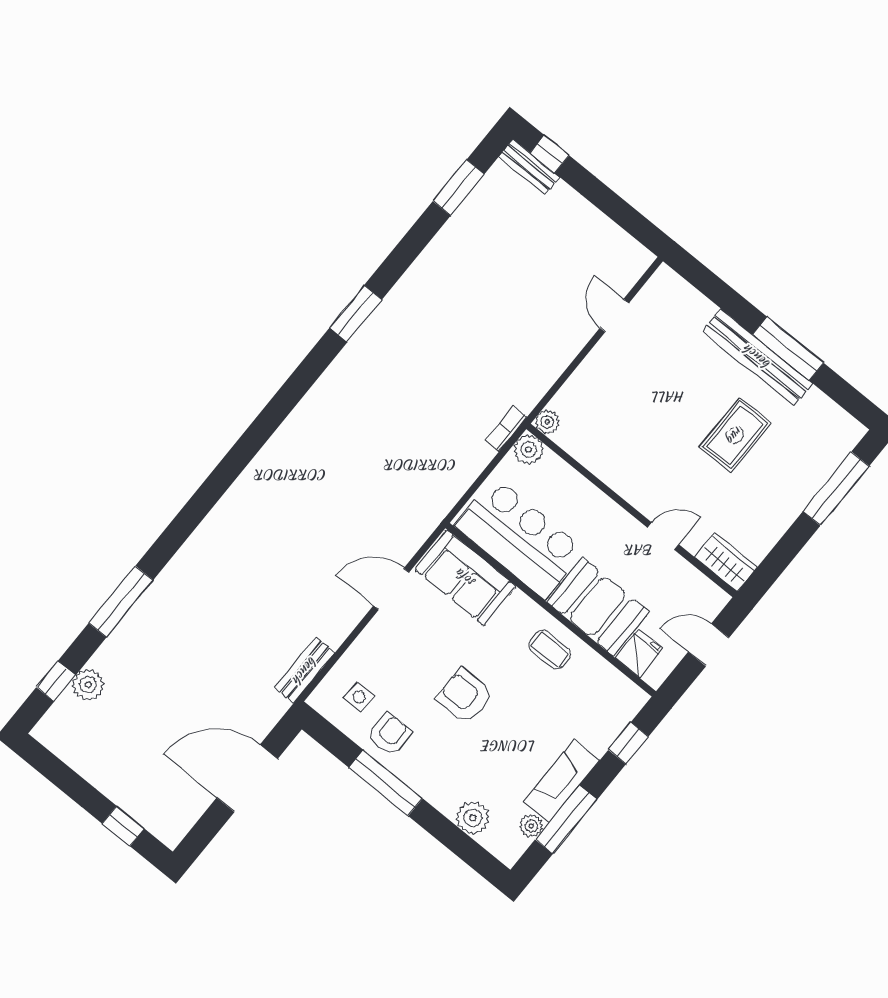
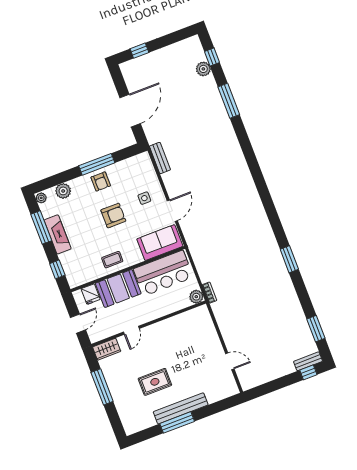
plant: (547, 422) -> (203, 310), removed
rug: (735, 435) -> (155, 382), turned 90
window: (836, 489) -> (102, 387), moved
side table: (359, 697) -> (144, 198), moved
armchair: (390, 734) -> (101, 181), moved
plant: (531, 826) -> (41, 198), moved

